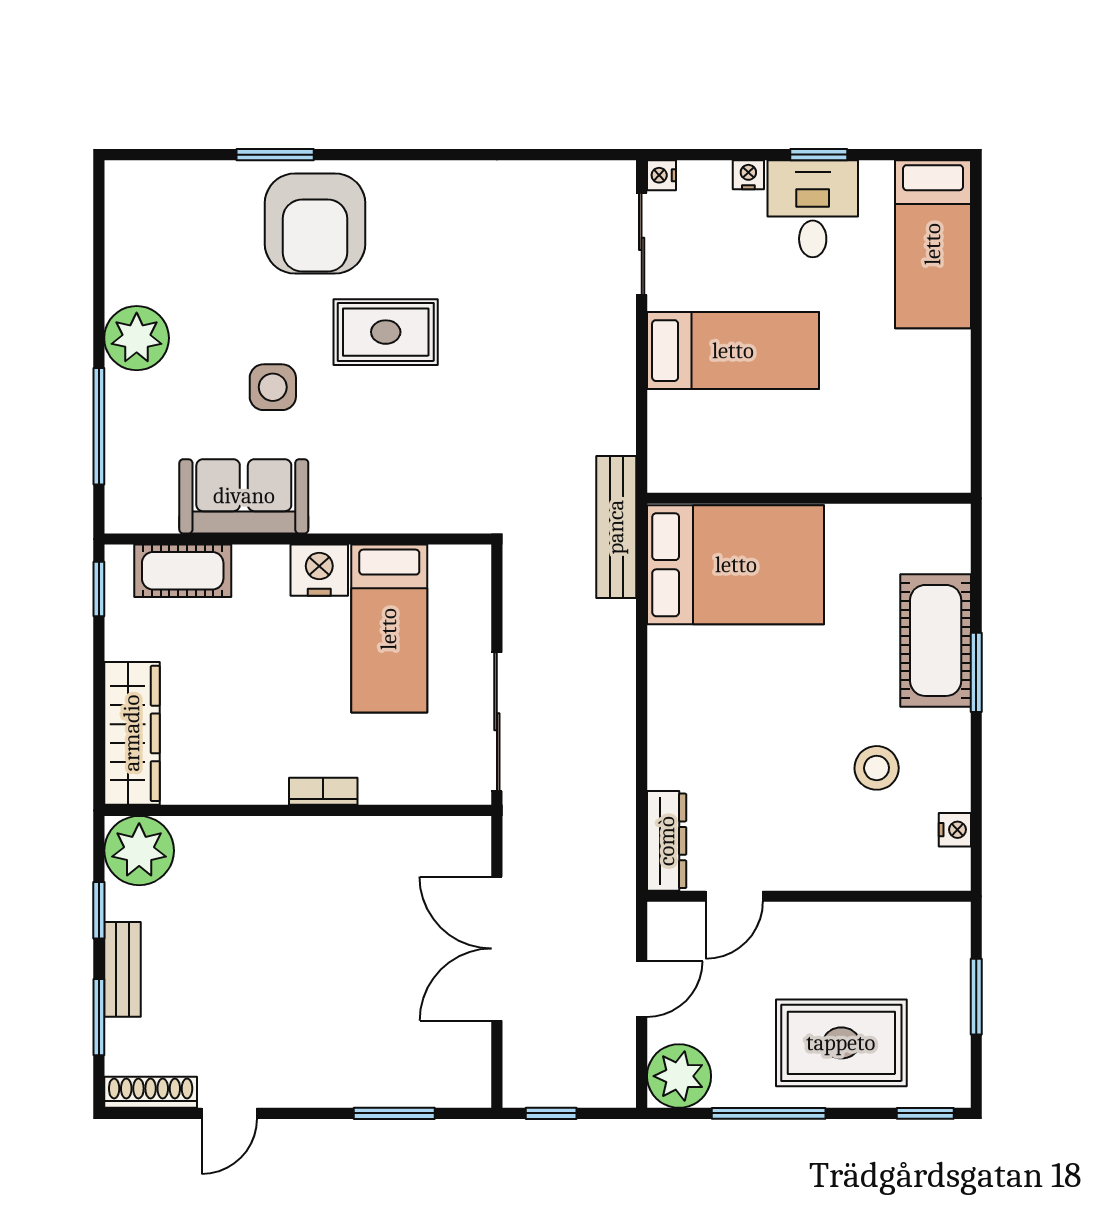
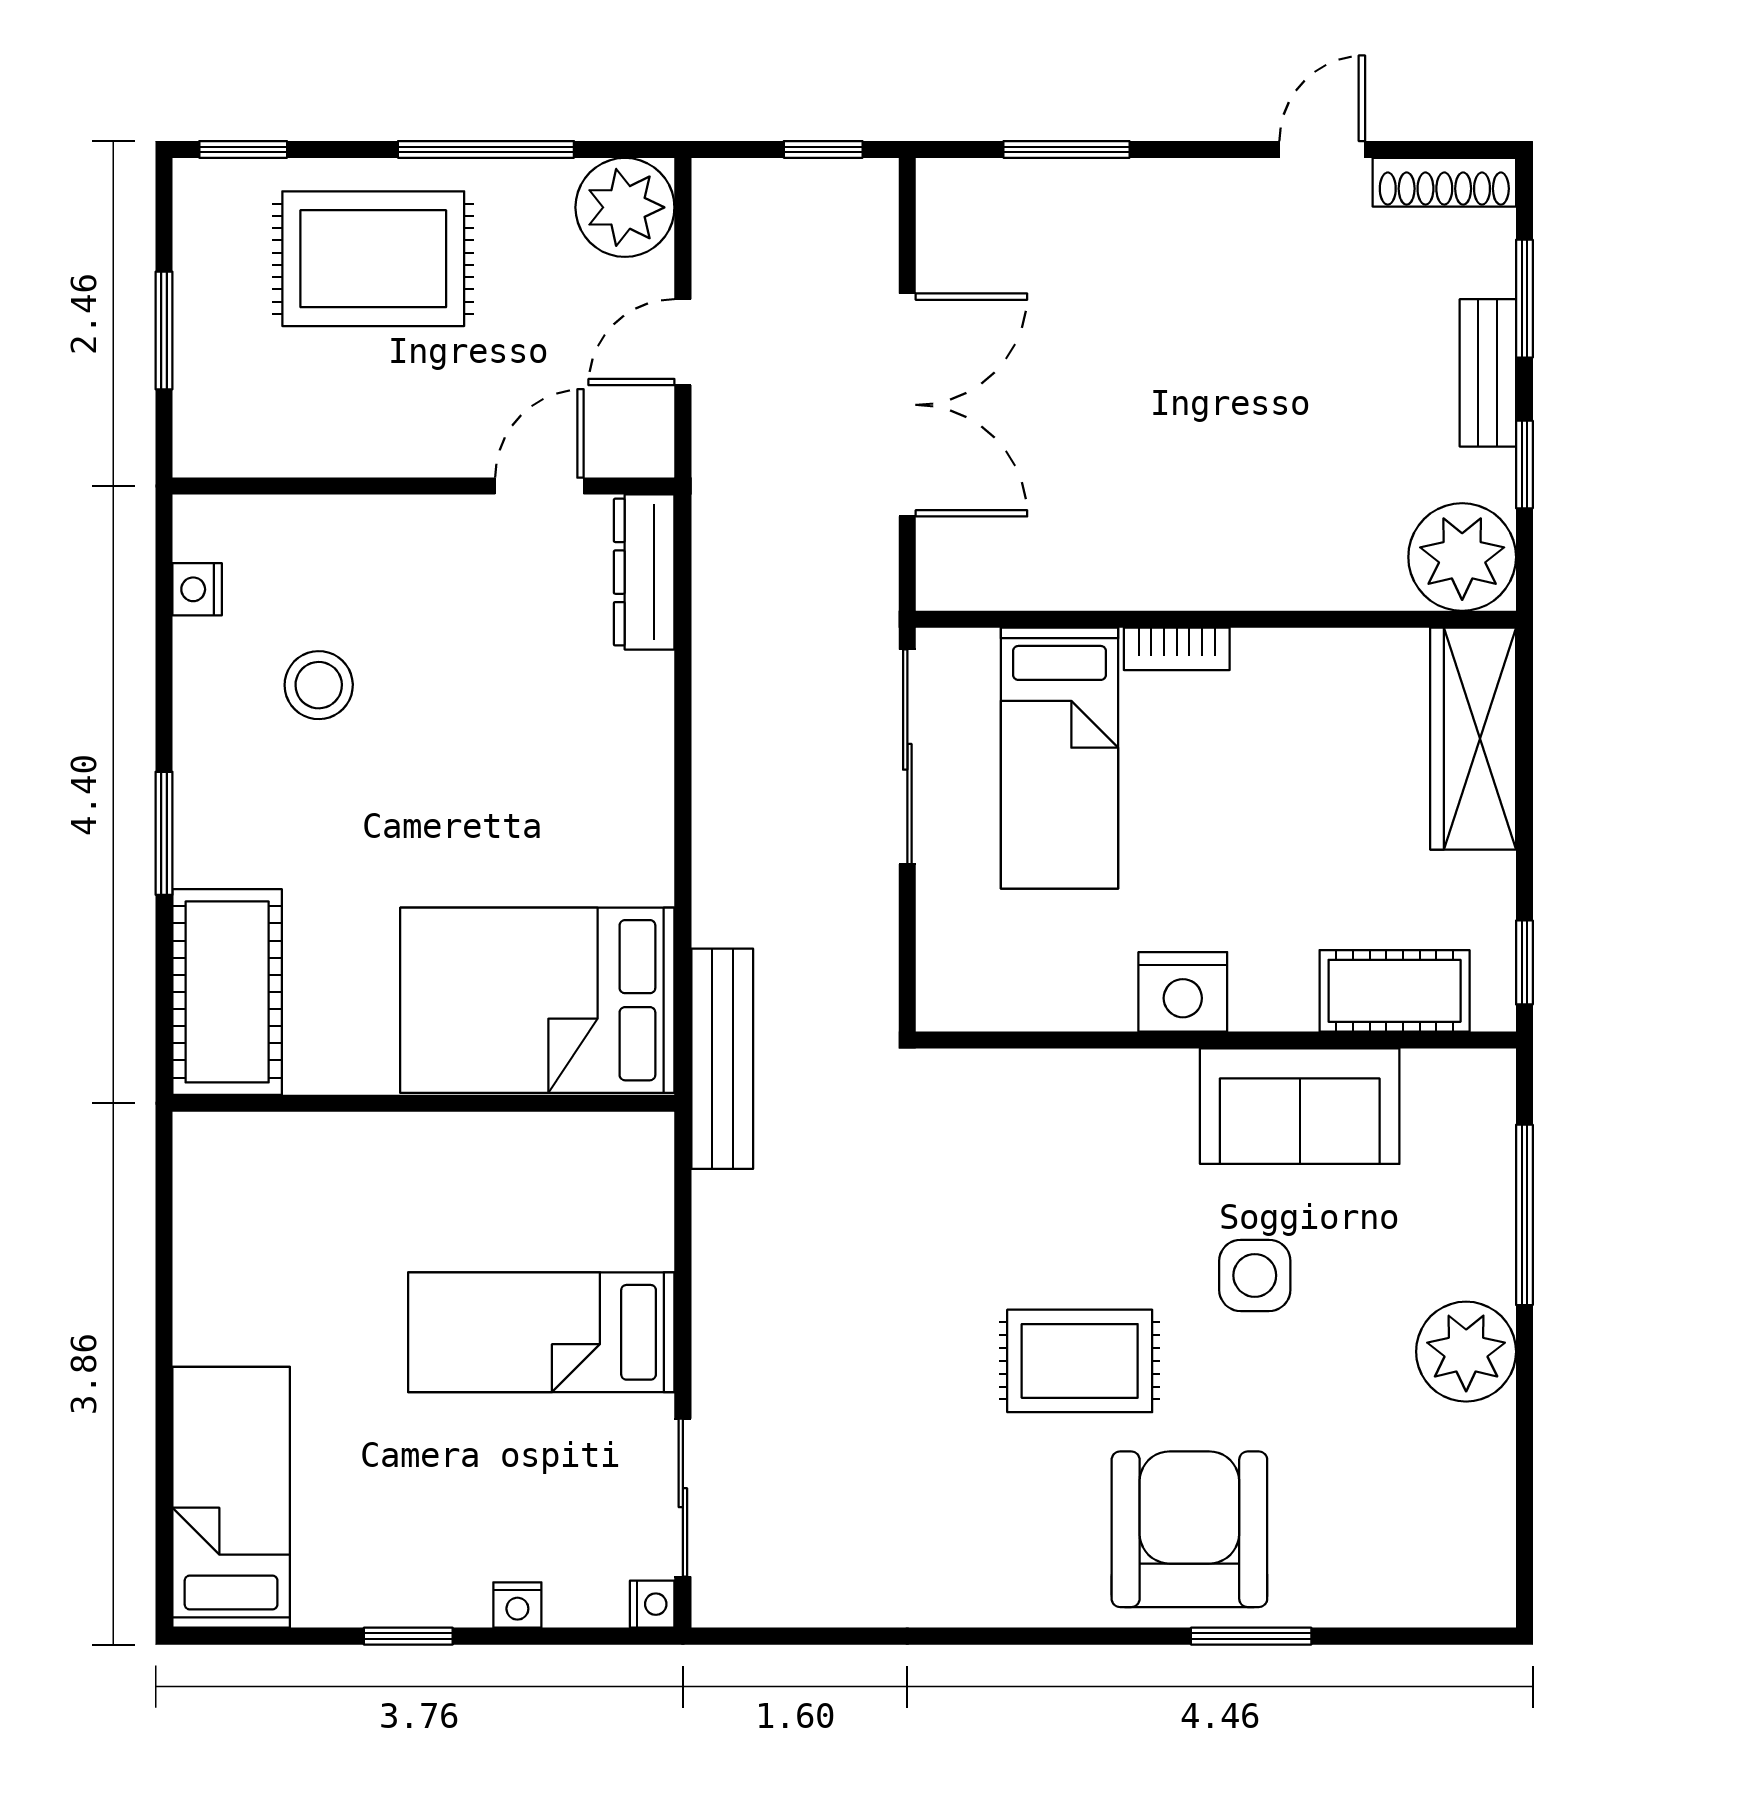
desk: (813, 209) -> (418, 1552), removed
bed: (389, 629) -> (1060, 758), moved, turned 180
cot: (936, 640) -> (227, 992), moved

